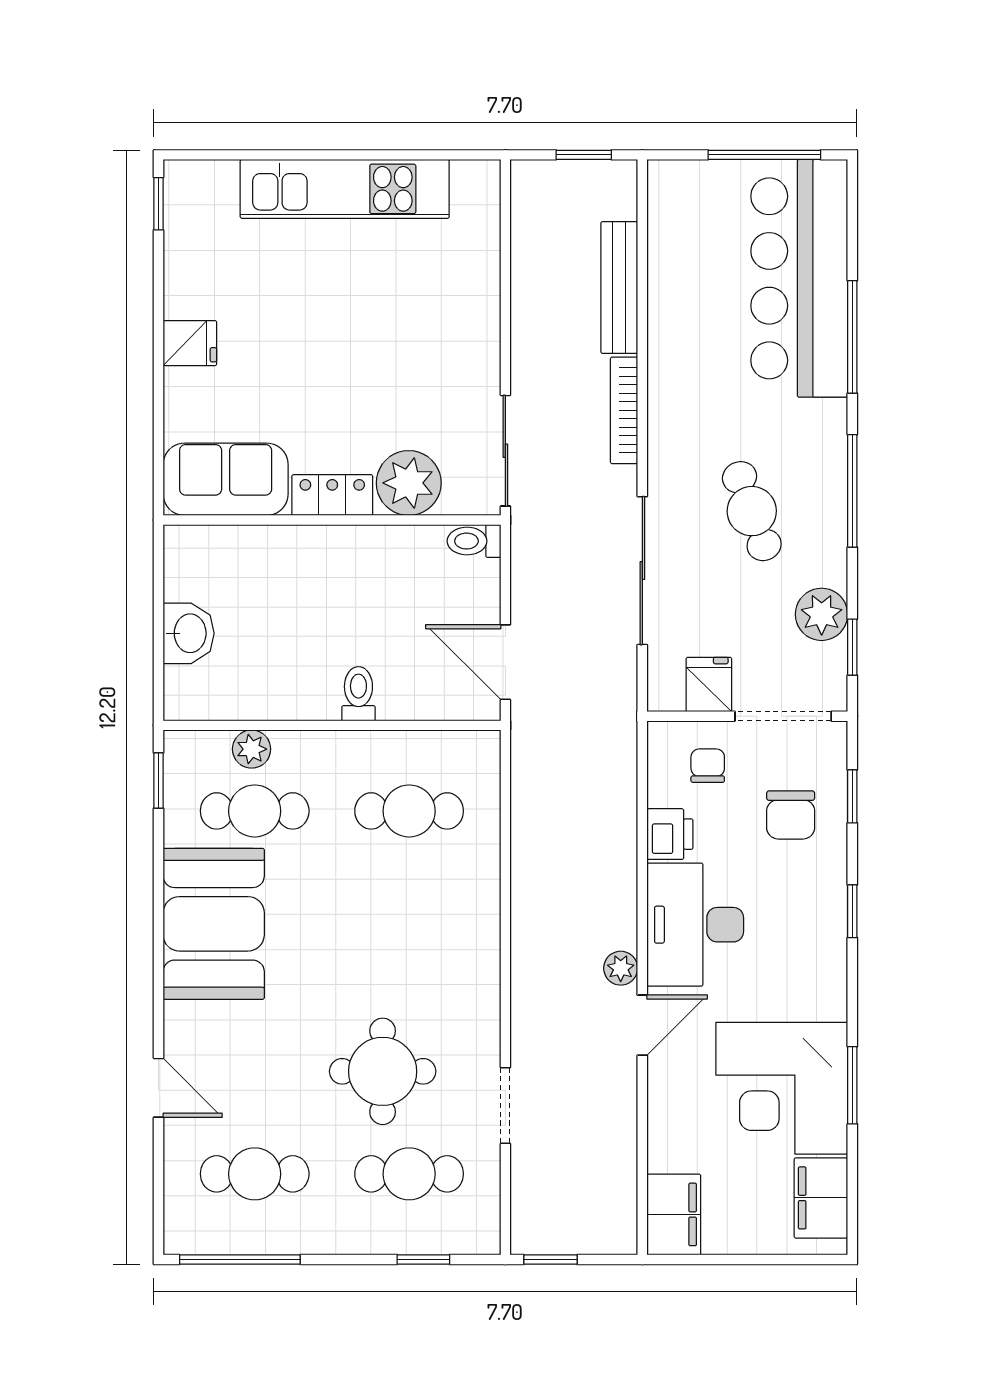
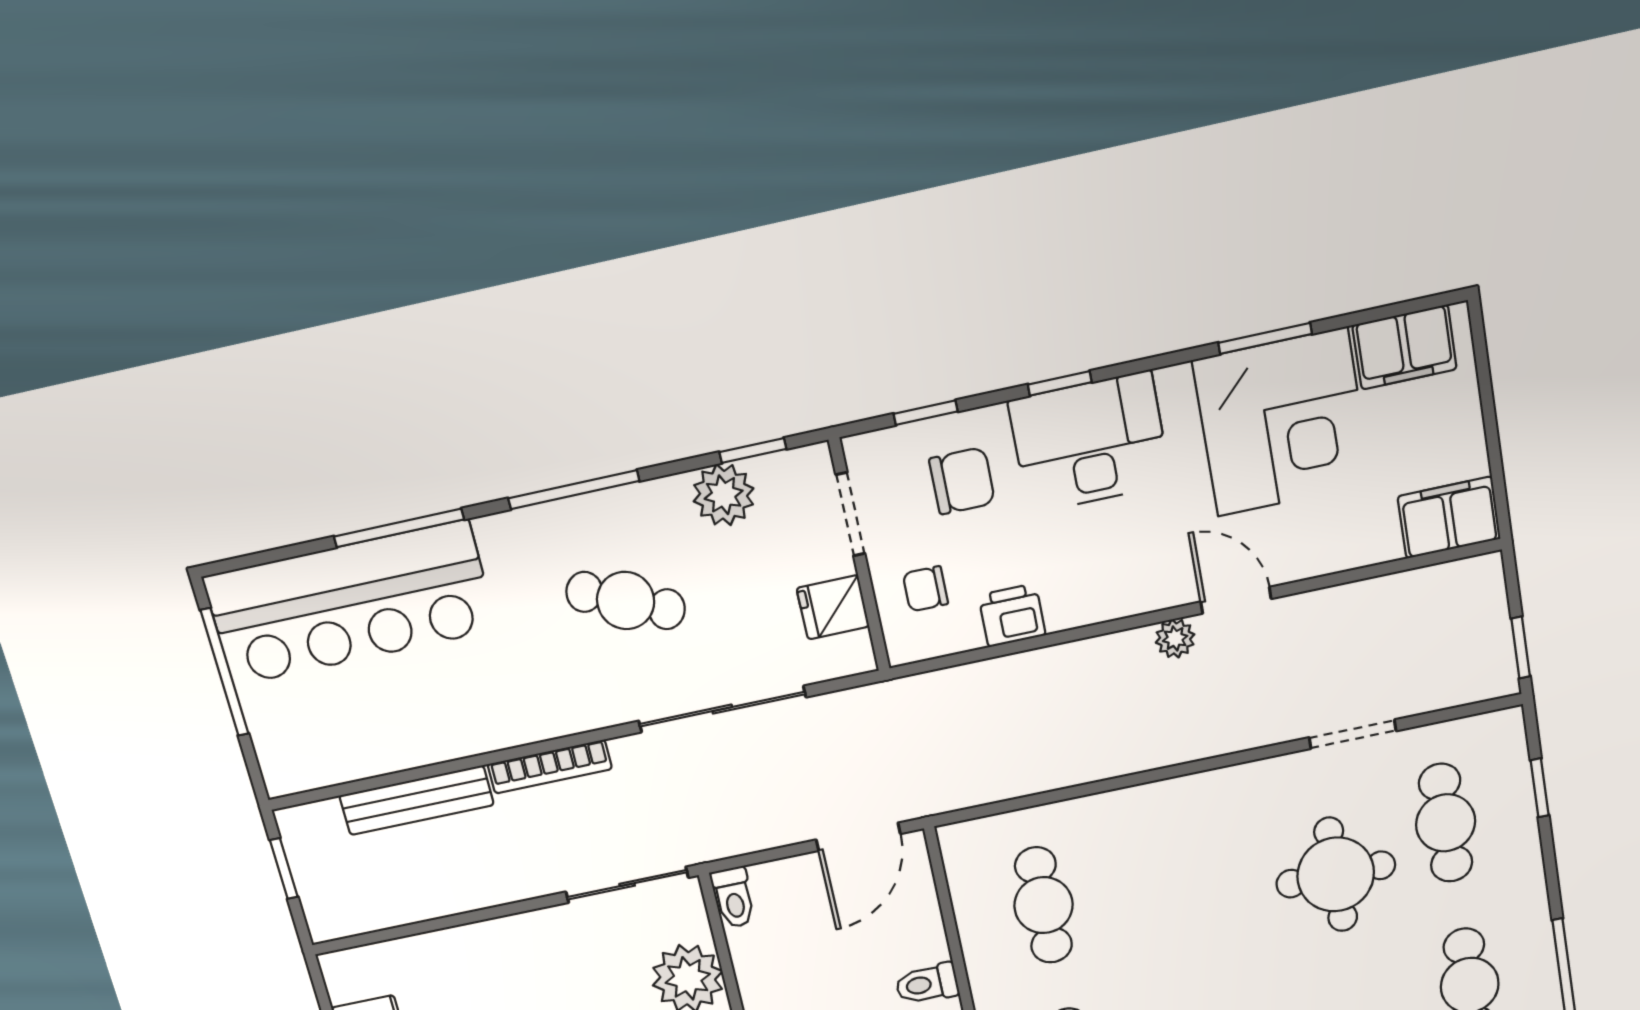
cafe table: (752, 511) -> (626, 601), turned 44
doorway: (783, 716) -> (850, 514), width x0.73
desk: (695, 925) -> (1090, 442), moved, turned 180

